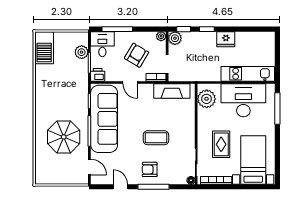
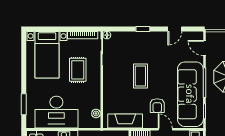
plant: (207, 99) -> (96, 113), width x0.53, depth x0.53
window: (277, 108) -> (24, 104), width x0.69
coffee table: (156, 138) -> (140, 76), turned 90
armchair: (150, 169) -> (157, 106), moved, turned 90
door: (120, 187) -> (175, 29), hinge flipped
window: (154, 187) -> (143, 29), width x0.46

